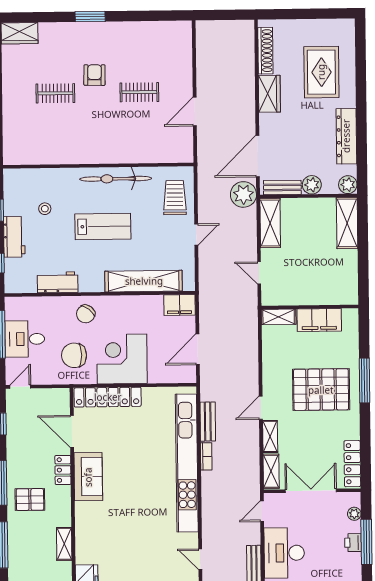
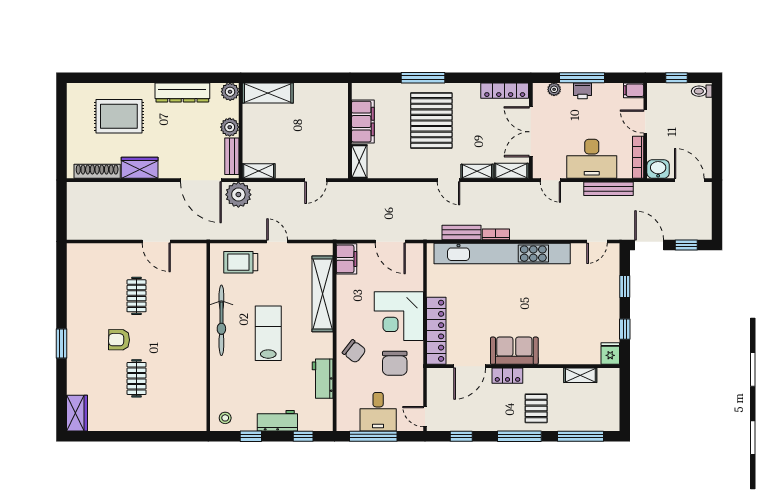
stool: (45, 209) -> (225, 418), moved
shelving: (270, 223) -> (259, 171), width x0.67, depth x0.75

